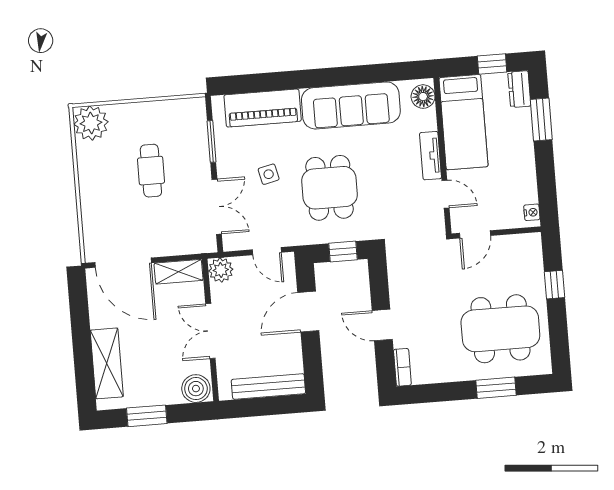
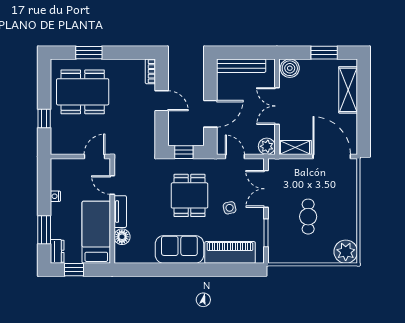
floor lamp: (423, 97) -> (122, 237), moved
sofa: (351, 105) -> (179, 249), width x0.73
nightstand: (532, 212) -> (55, 196), moved
double door: (210, 331) -> (277, 106), swing flipped

